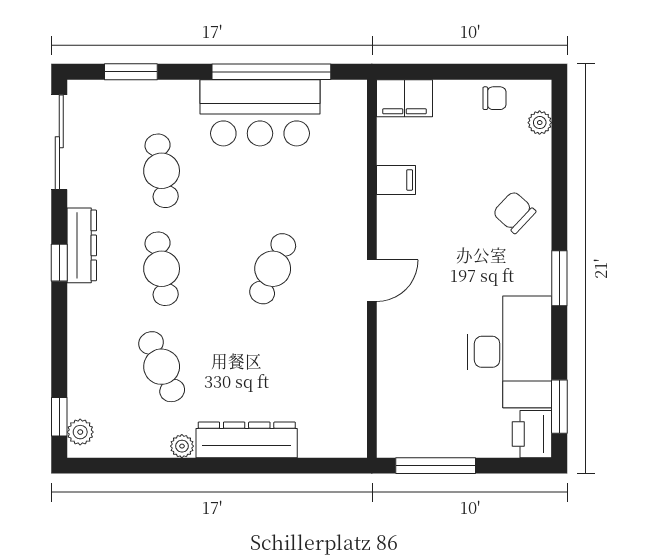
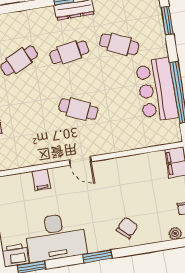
cafe table: (162, 171) -> (119, 44), turned 33
filing cabinet: (396, 180) -> (41, 180), moved

